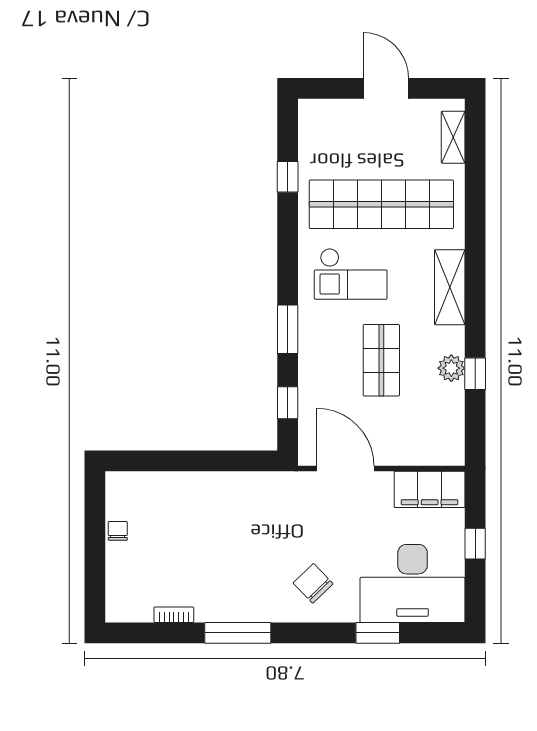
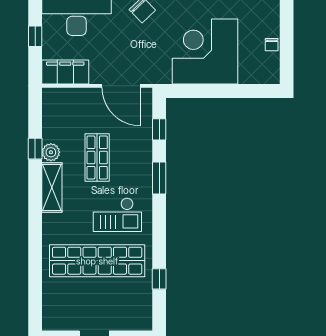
shelving: (453, 137) -> (50, 305), removed
checkout: (351, 274) -> (117, 215), turned 180
shelving: (450, 287) -> (52, 188), moved
corner desk: (218, 520) -> (205, 52), added

